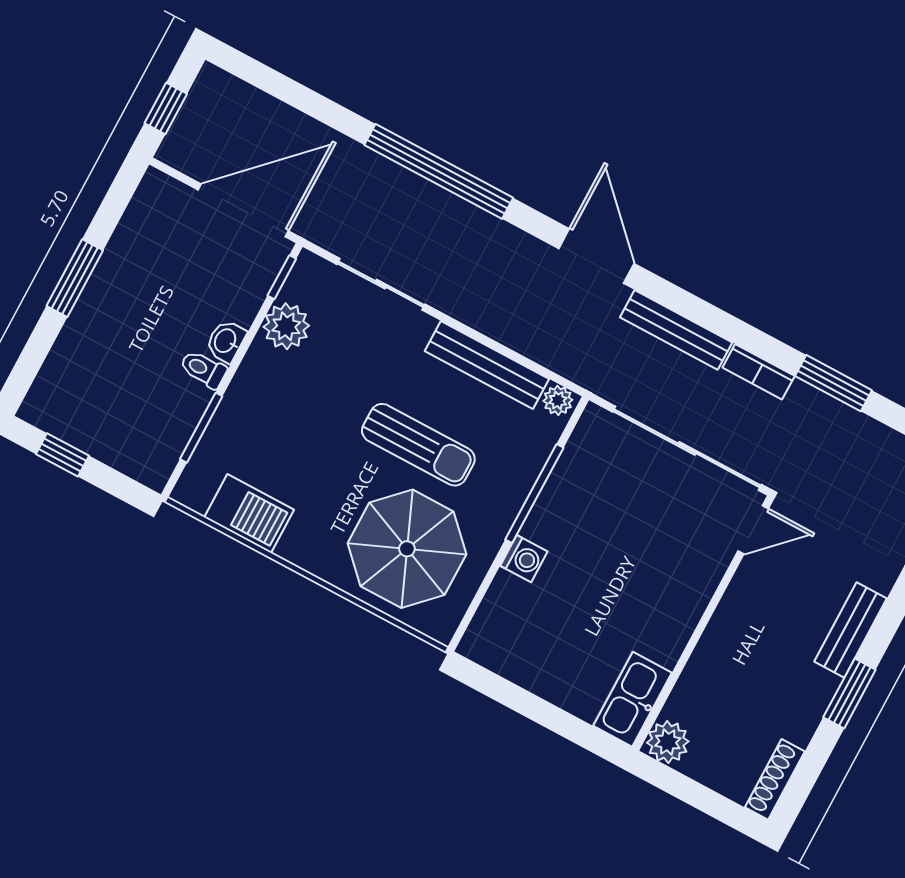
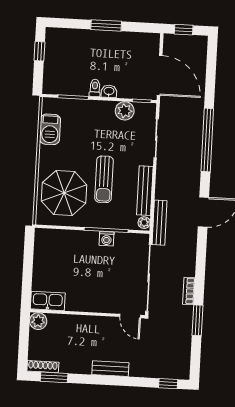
bench: (676, 330) -> (160, 223), moved
washing machine: (524, 559) -> (107, 239), moved
window: (849, 694) -> (54, 377), moved

